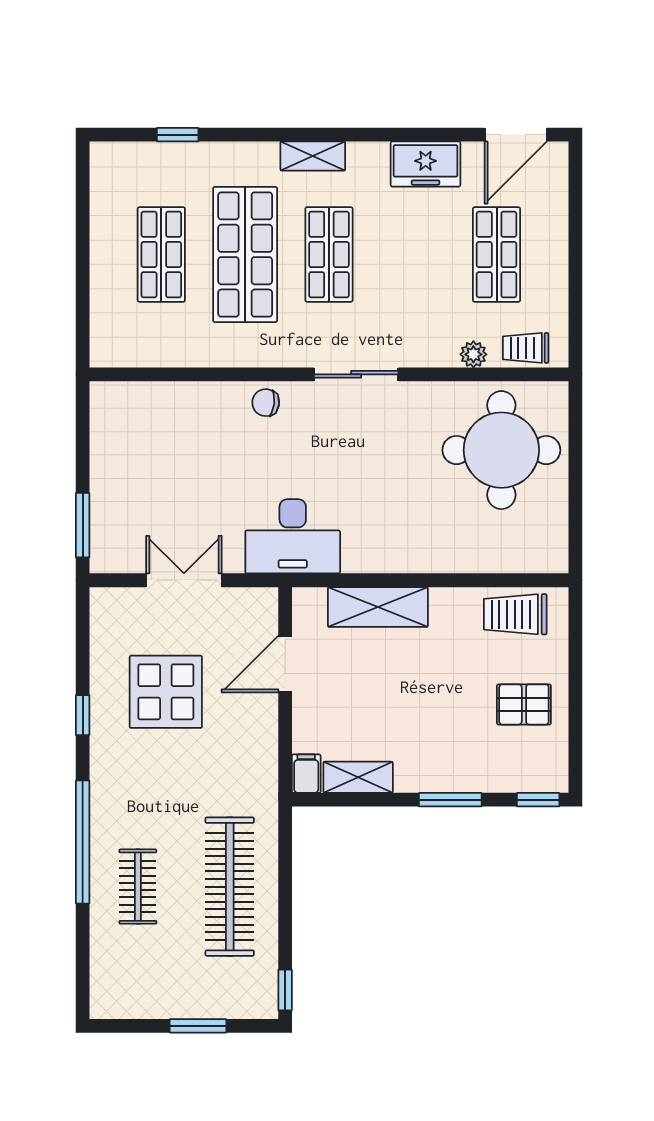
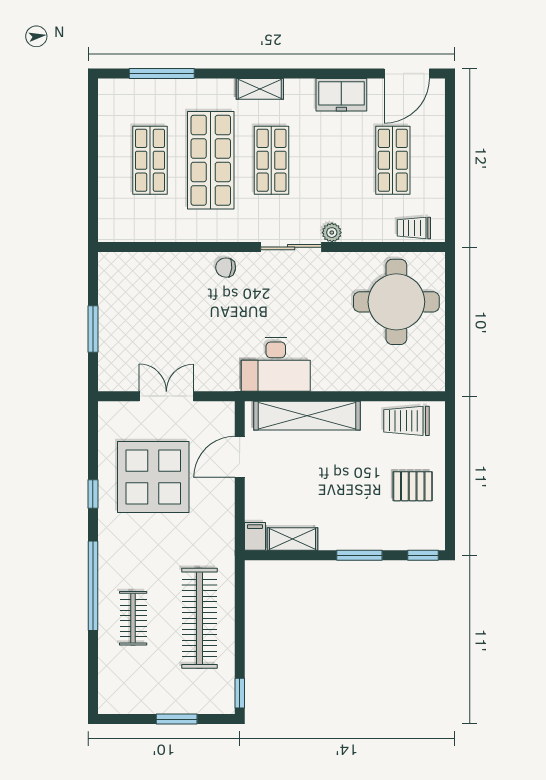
window: (178, 135) -> (162, 73), width x2.17
plant: (473, 354) -> (332, 233), moved
window: (83, 525) -> (93, 329), moved
desk: (293, 536) -> (276, 364), moved
shelving: (378, 607) -> (307, 416), width x1.47
display table: (166, 692) -> (153, 477), width x1.36, depth x1.36

